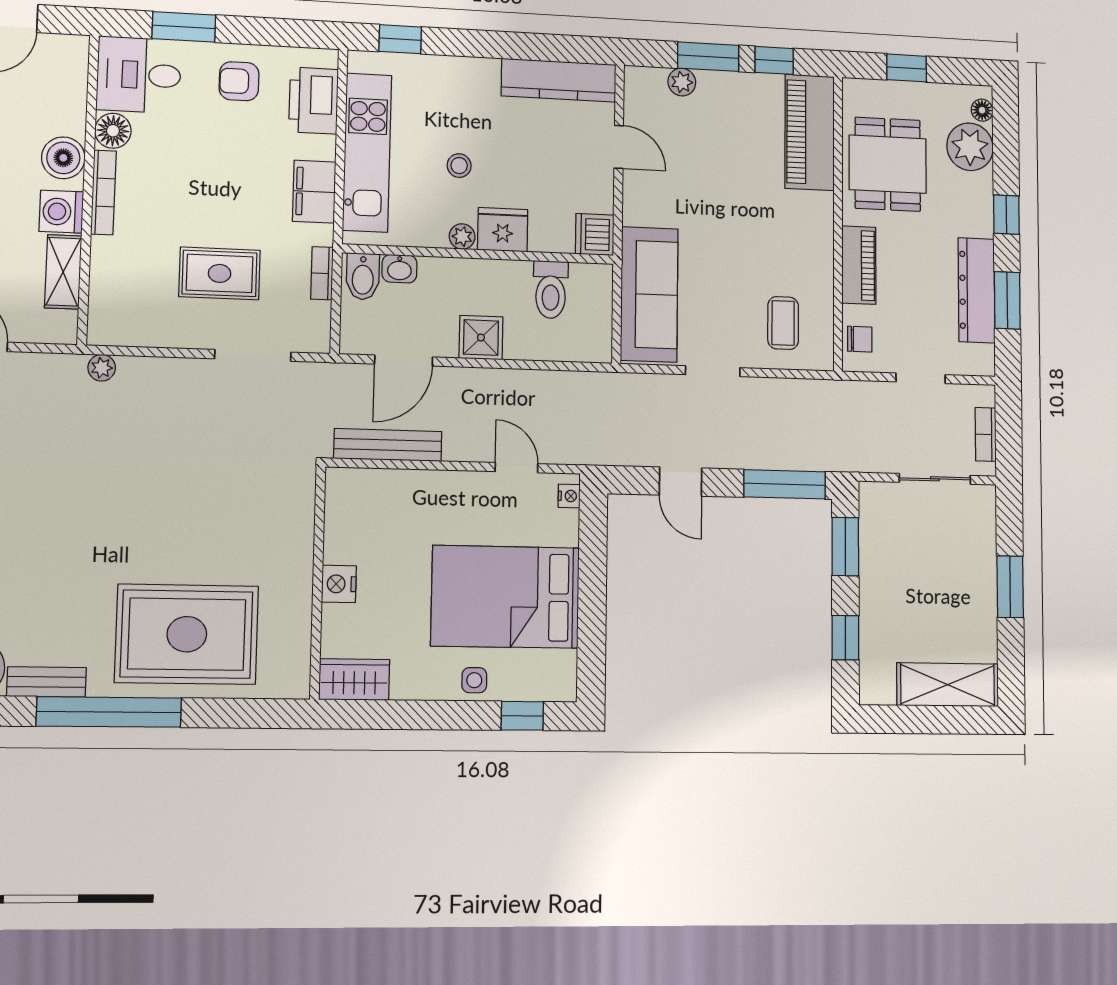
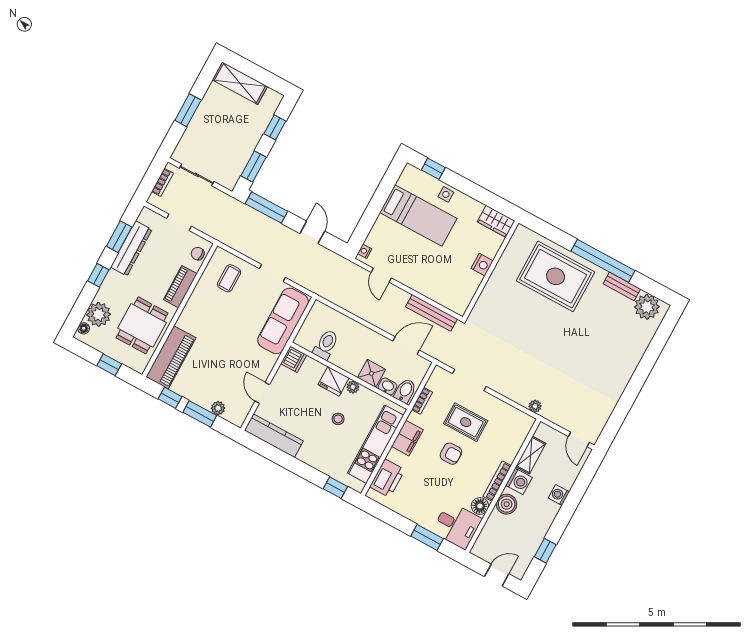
armchair: (239, 81) -> (451, 454), moved
shower: (481, 338) -> (372, 373), moved
bed: (505, 597) -> (418, 216), width x0.67

